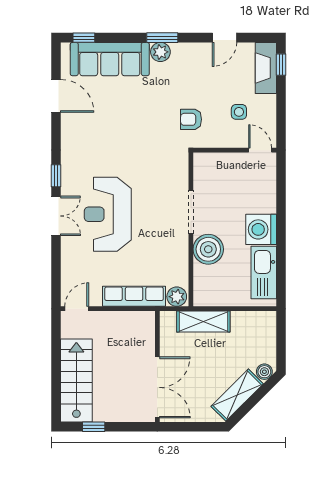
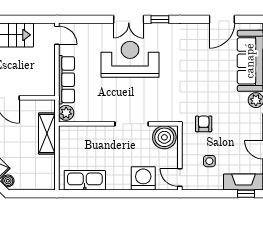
door: (260, 150) -> (180, 177), swing flipped
washing machine: (261, 229) -> (143, 178), moved
boiler: (208, 249) -> (164, 137), moved

